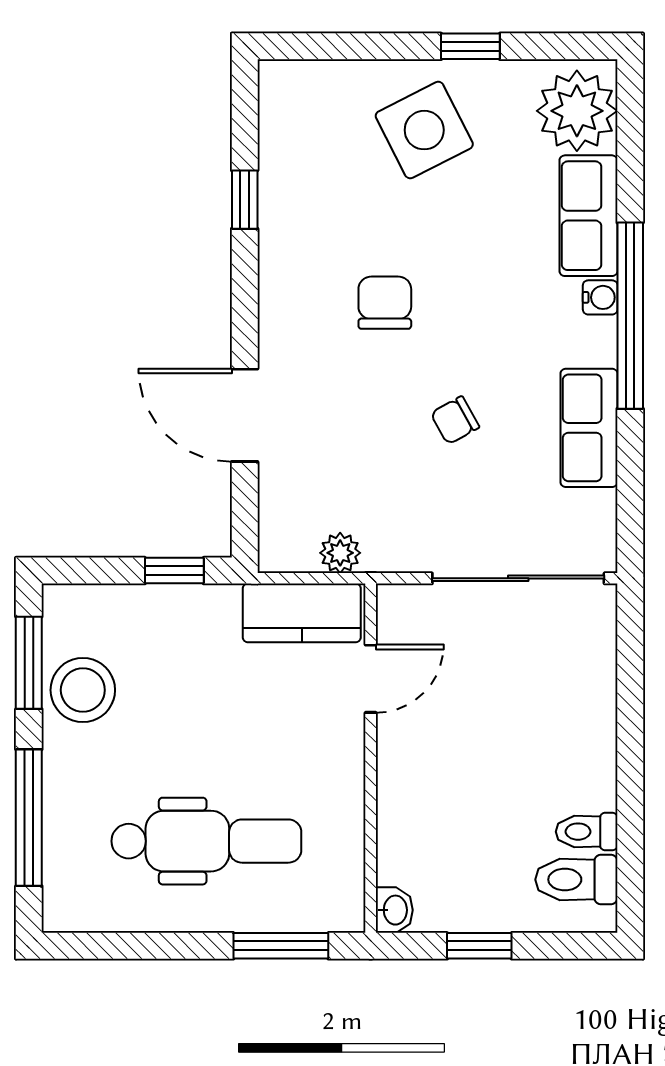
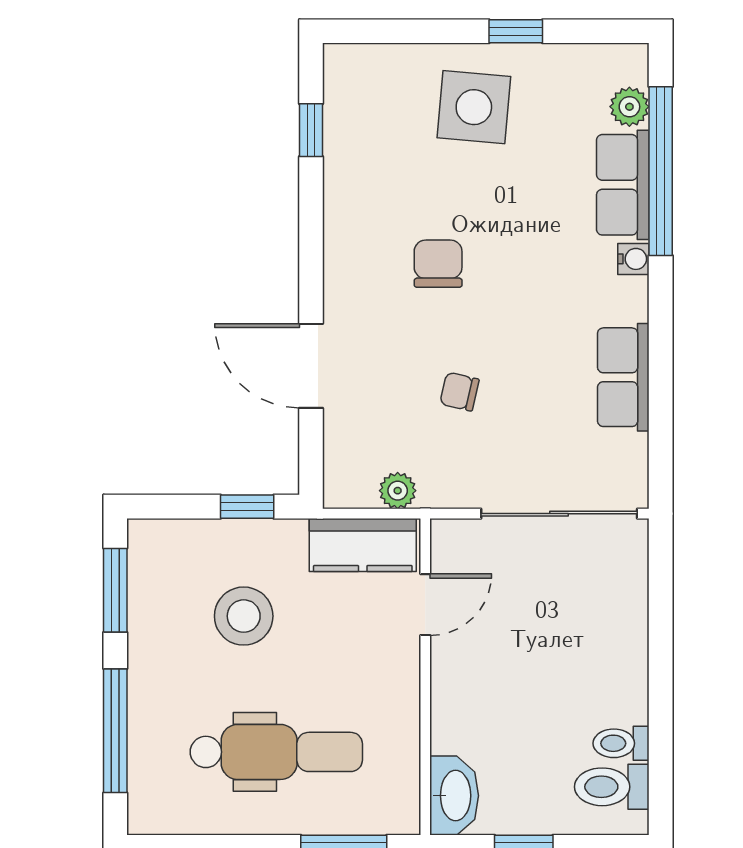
plant: (577, 111) -> (629, 107), width x0.53, depth x0.53
side table: (424, 130) -> (474, 107), turned 32
window: (245, 200) -> (311, 130), moved
window: (630, 316) -> (661, 171), moved
chair: (455, 420) -> (459, 392), moved, turned 42
stool: (83, 690) -> (244, 616), moved
washbasin: (394, 910) -> (454, 796), width x1.91, depth x1.45

